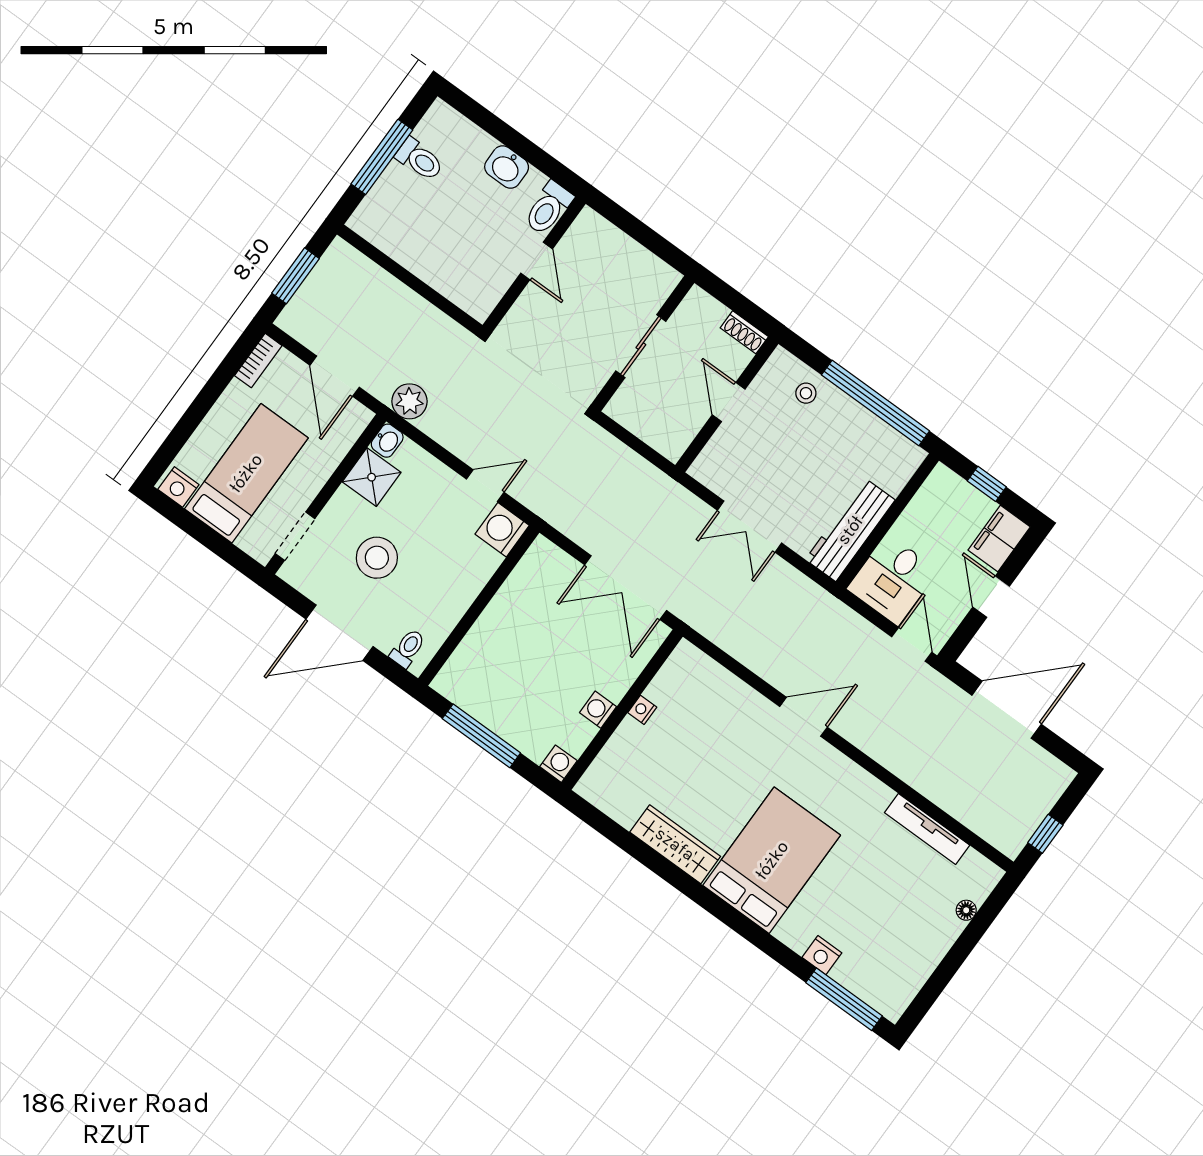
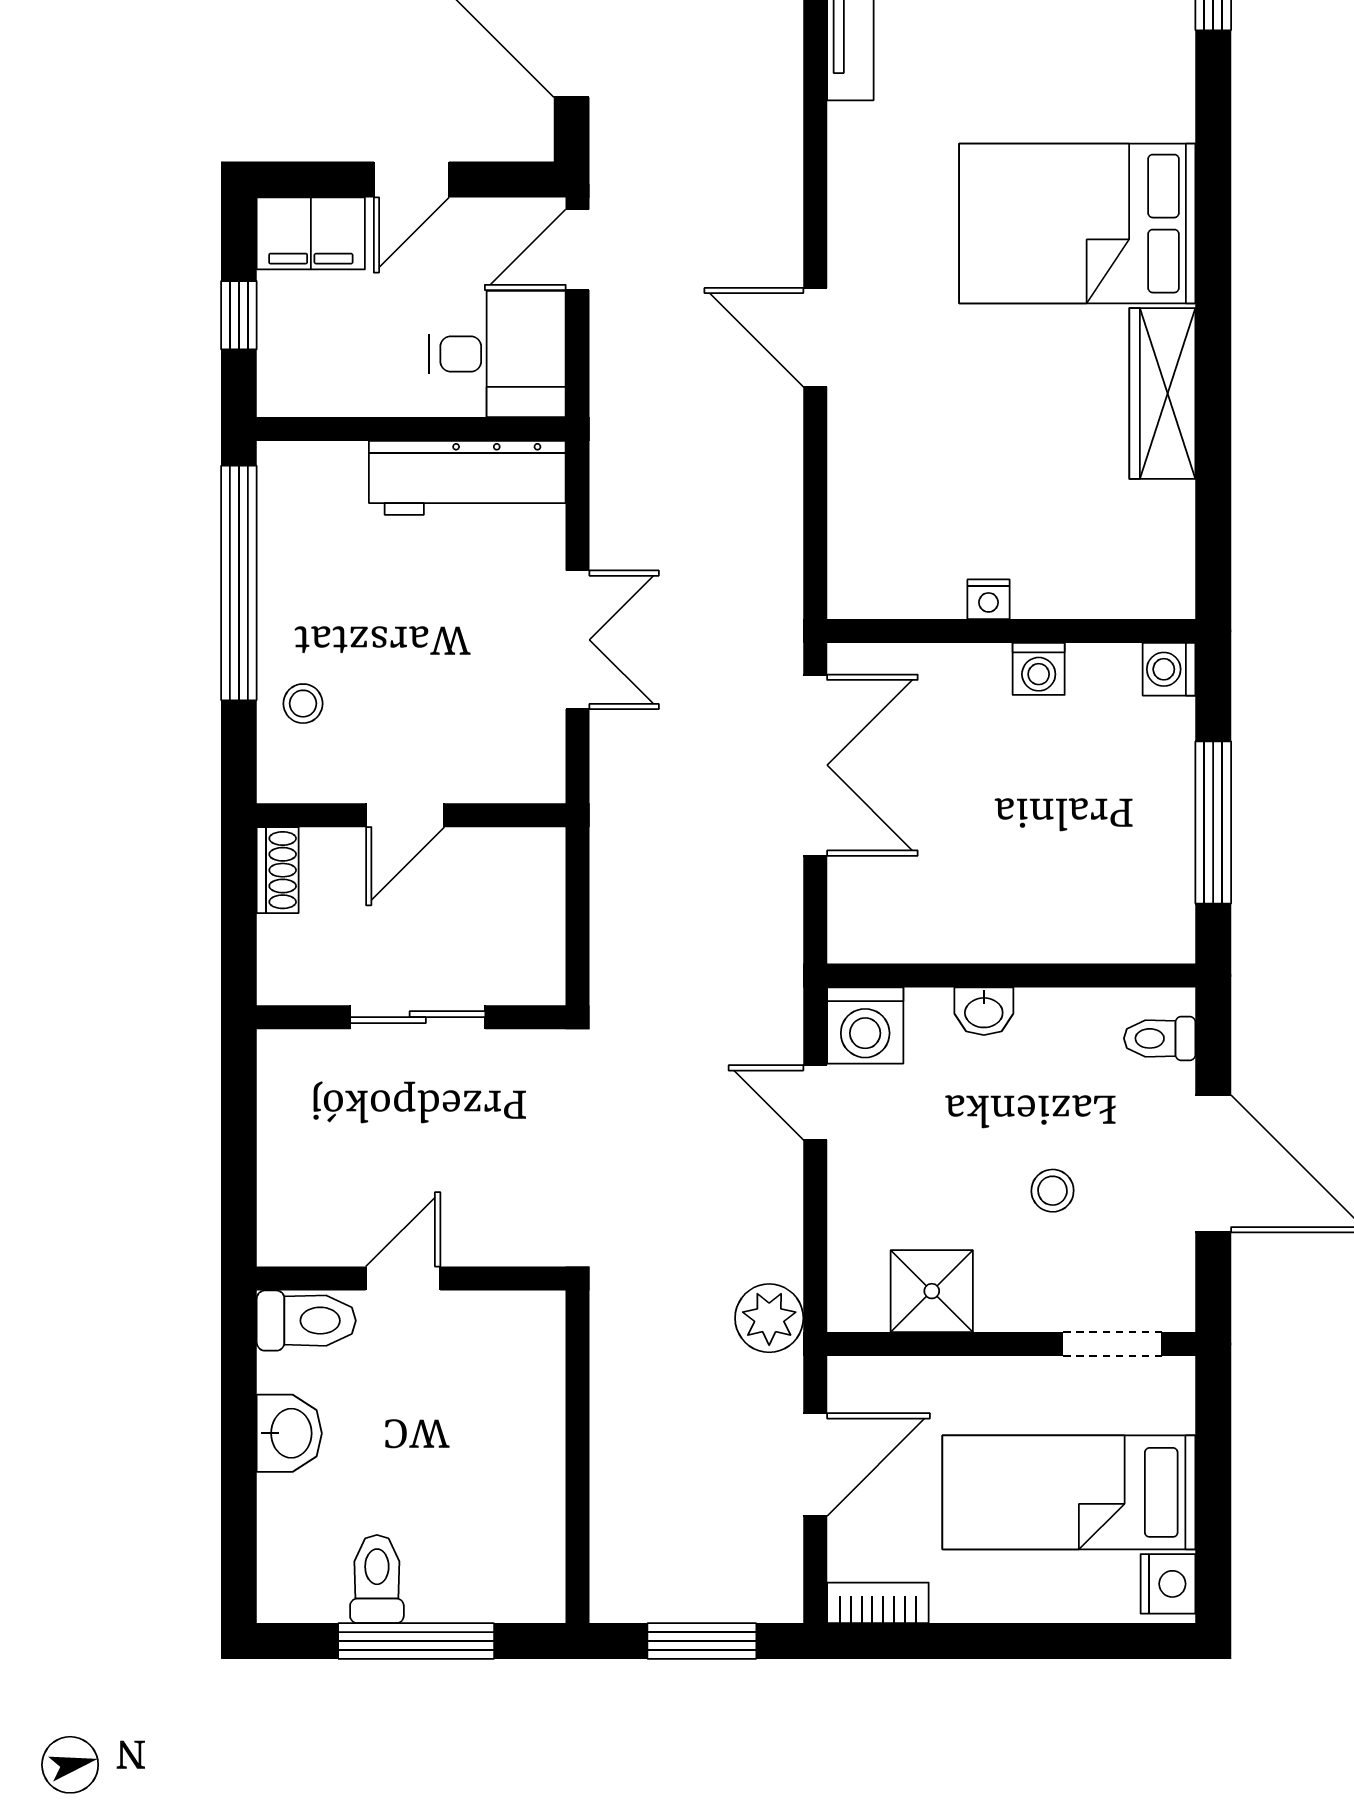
washbasin: (387, 441) -> (984, 1011), moved, turned 180
stool: (377, 558) -> (1053, 1191), width x0.53, depth x0.53
nightstand: (822, 955) -> (1169, 36), removed

